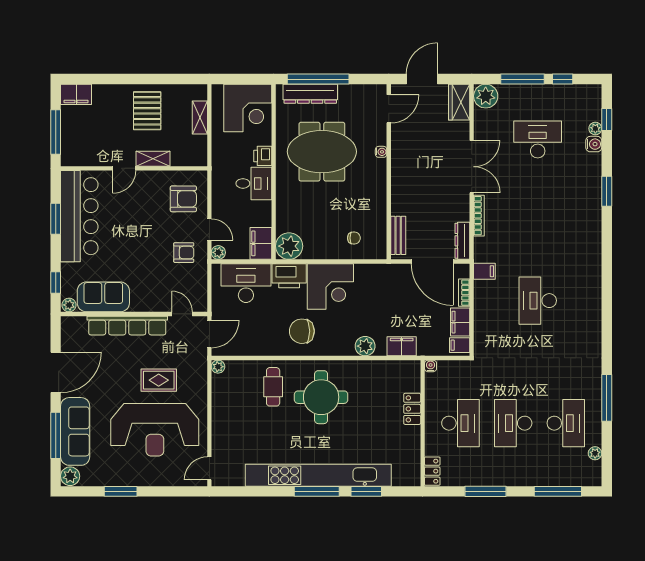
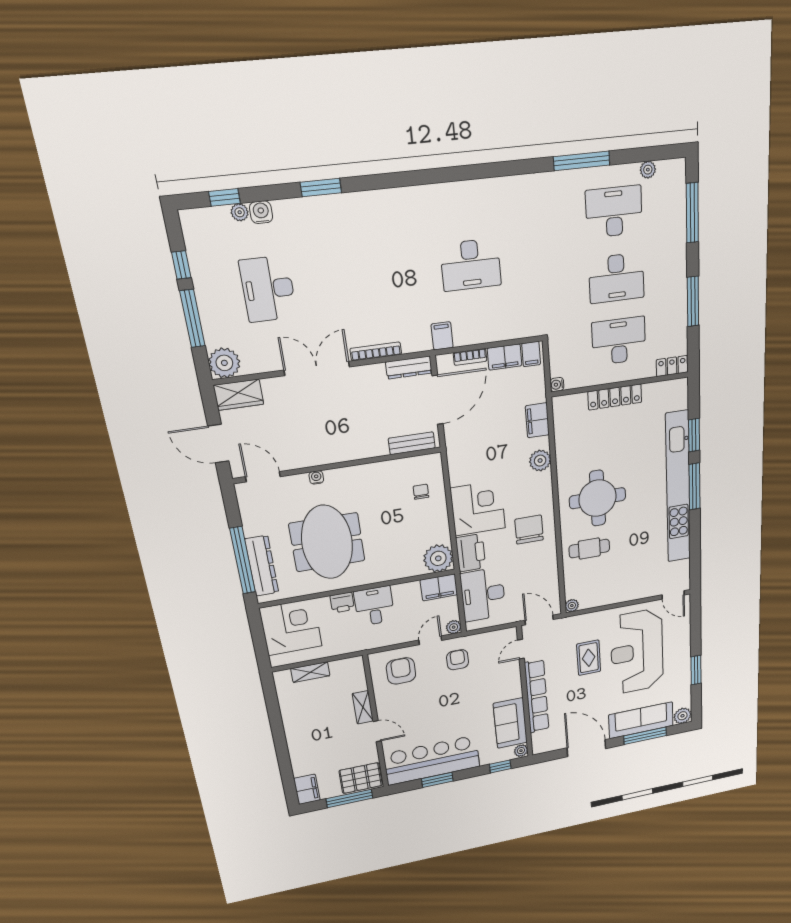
pallet: (147, 111) -> (361, 778), moved
chair: (302, 331) -> (529, 530), turned 180
locker: (412, 409) -> (615, 397), width x1.53
reception desk: (155, 430) -> (637, 652), turned 180

